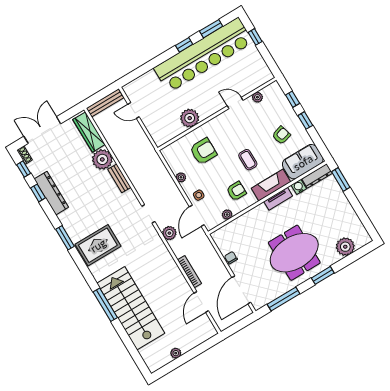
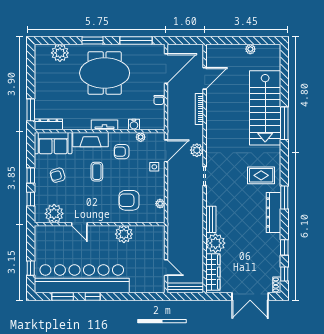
plant: (257, 97) -> (54, 214), width x1.88, depth x1.88
plant: (181, 177) -> (160, 204), moved
water cooler: (299, 187) -> (134, 124), moved
dresser: (51, 193) -> (273, 212), moved
tv unit: (278, 199) -> (104, 125), moved
rug: (98, 245) -> (261, 175), width x0.73, depth x0.70

